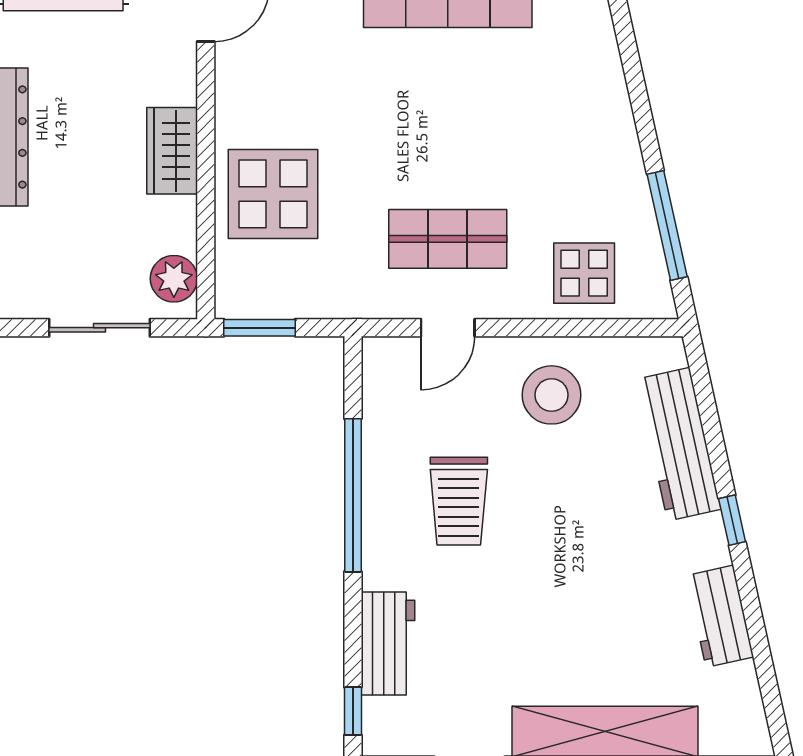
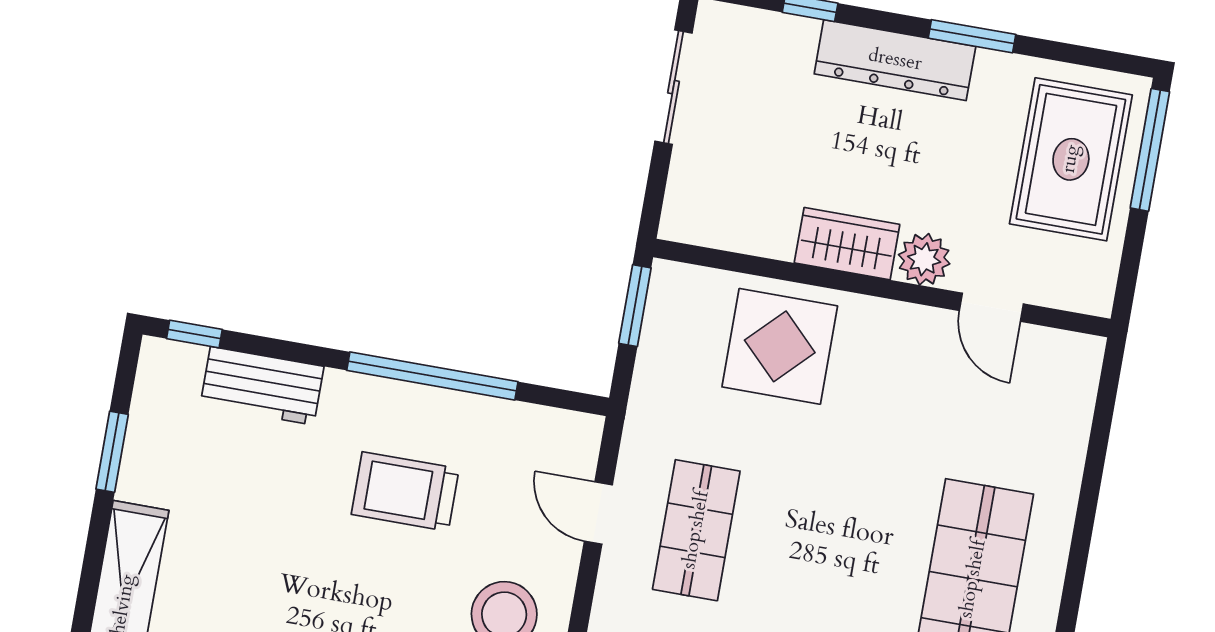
plant: (174, 279) -> (924, 259), moved
sliding door: (99, 328) -> (673, 87), moved

